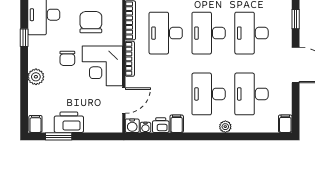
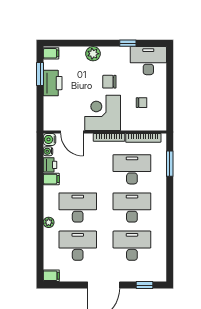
chair: (91, 22) -> (142, 103), width x0.54, depth x0.54

